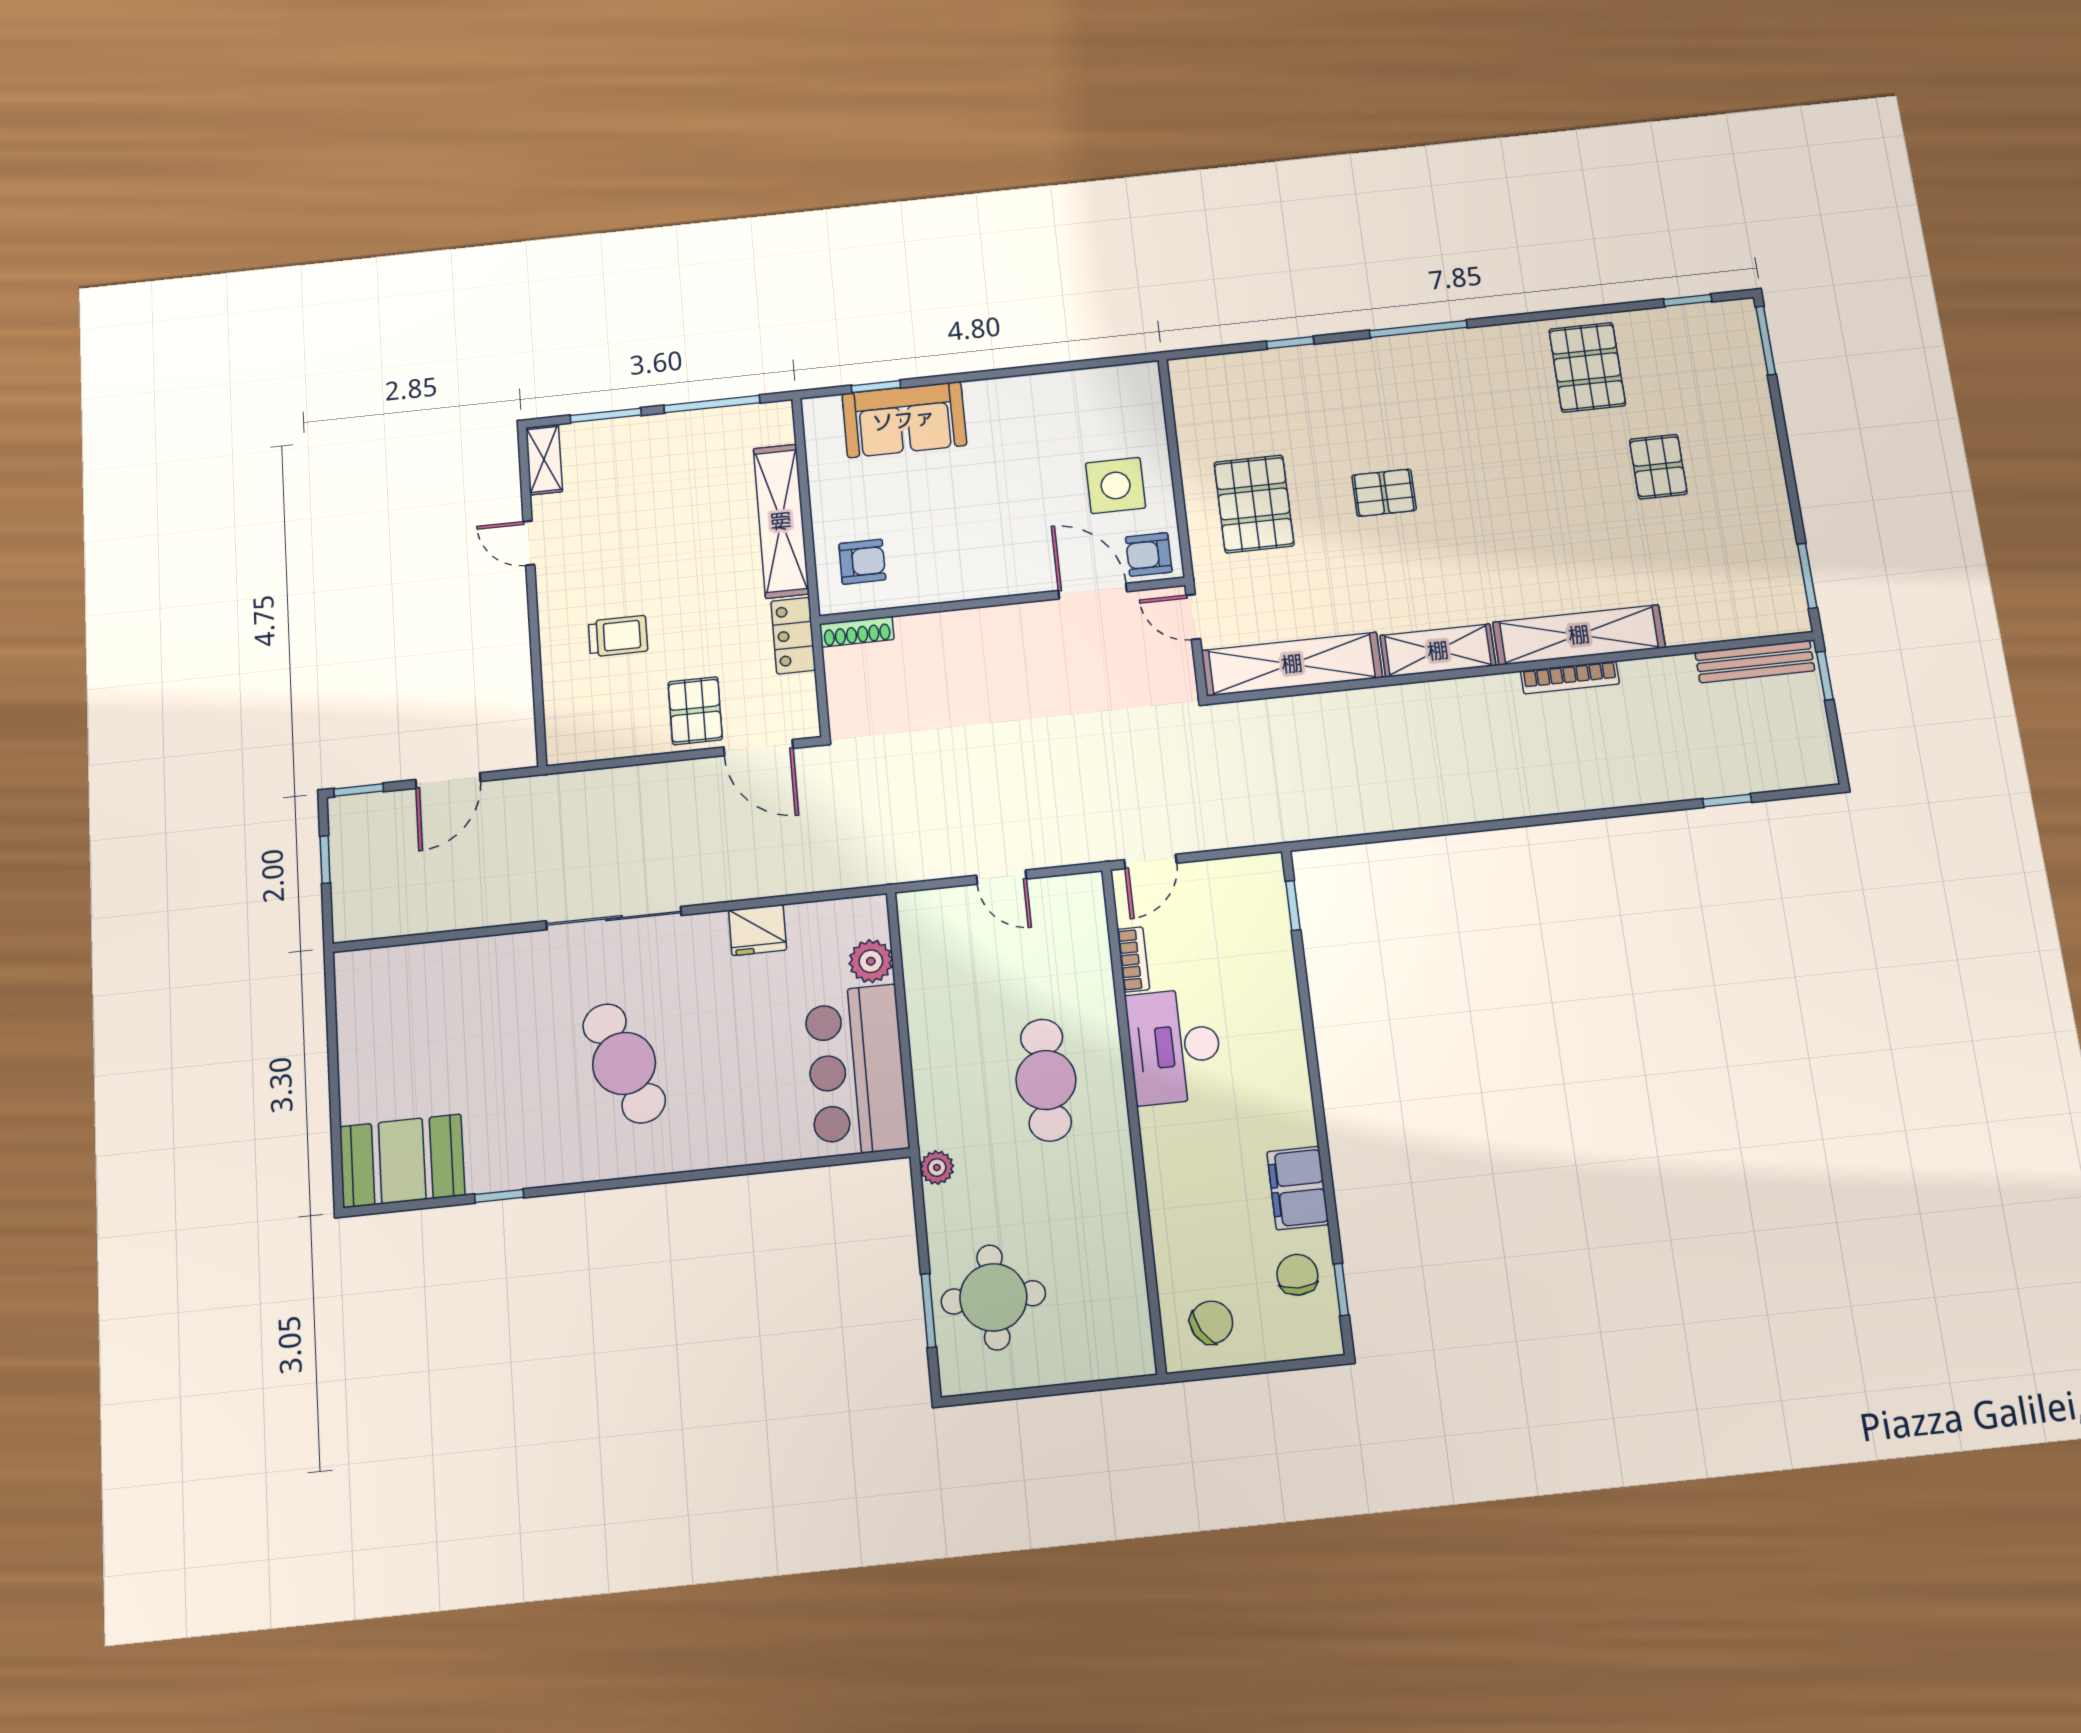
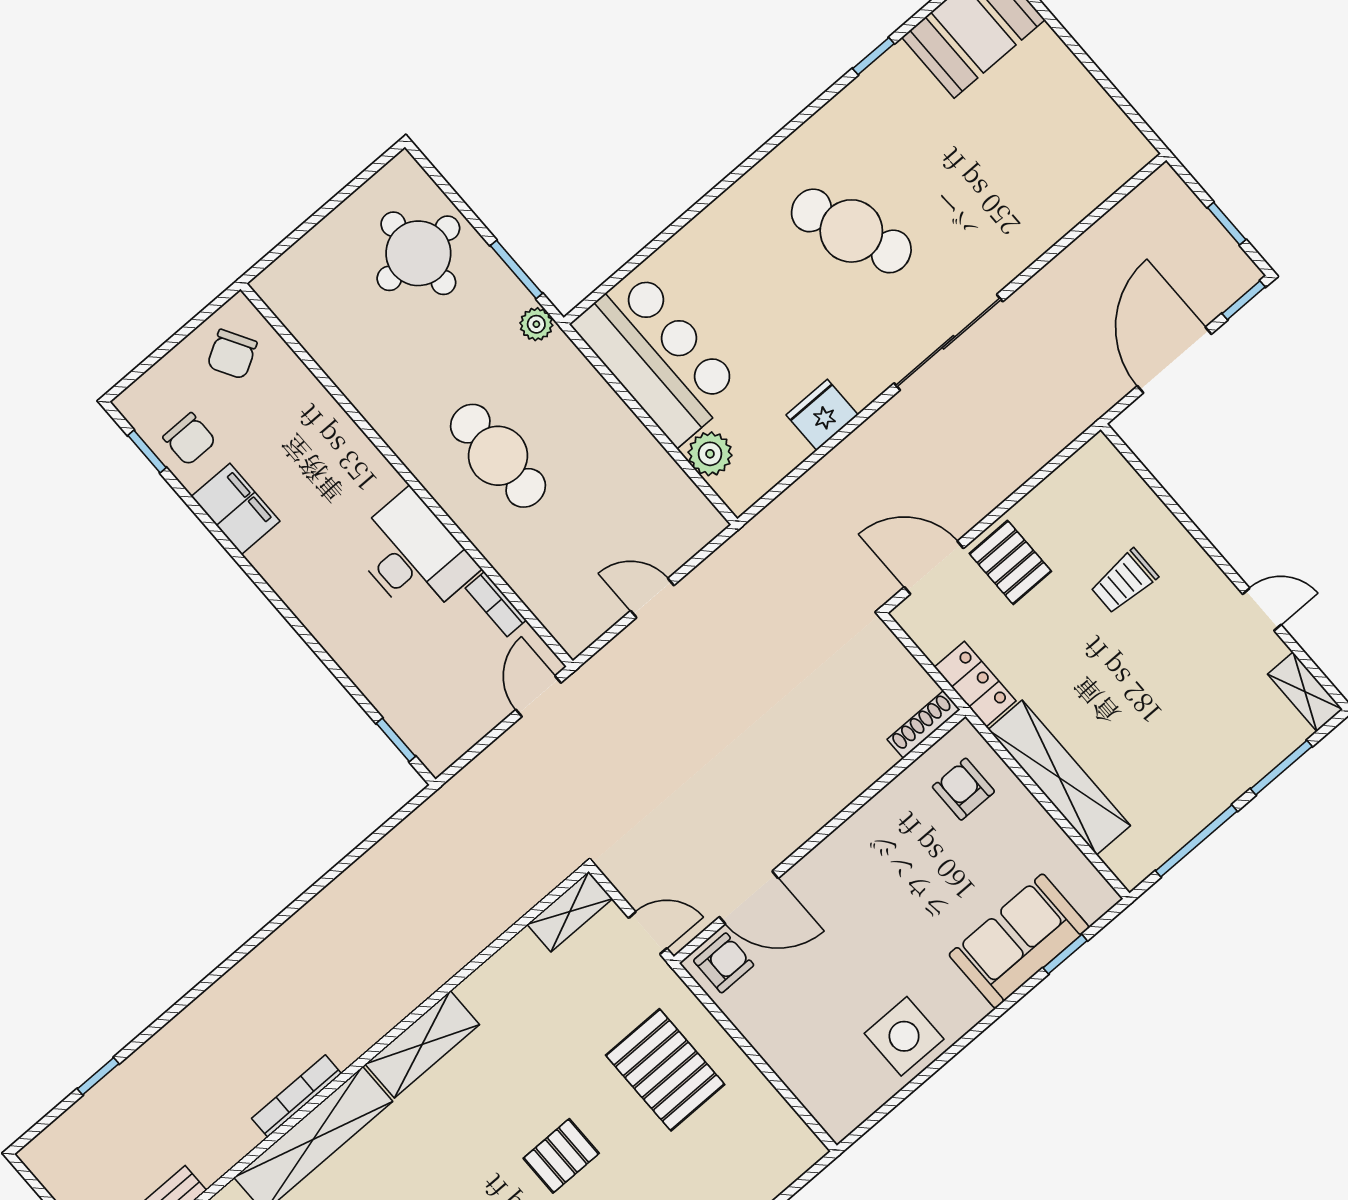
side table: (1116, 485) -> (904, 1036), moved
armchair: (862, 562) -> (963, 789), turned 90
shelving: (1292, 664) -> (570, 911), width x0.45, depth x0.75
door: (448, 781) -> (1174, 360), width x1.36
window: (929, 1310) -> (516, 269), moved

